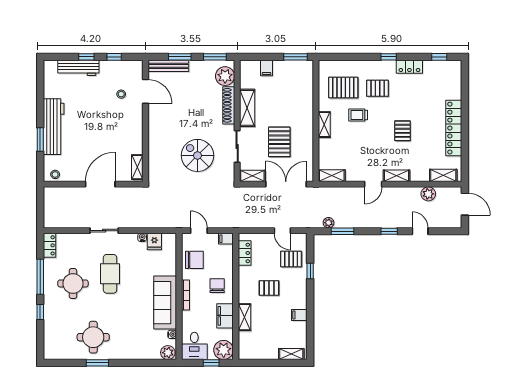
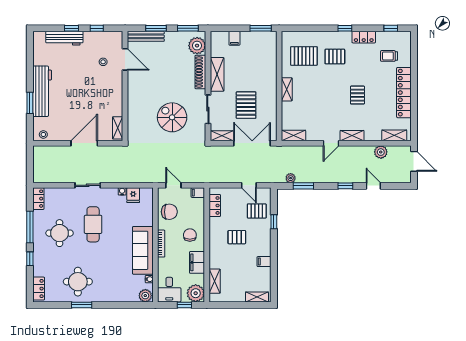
trolley: (358, 115) -> (389, 56), moved
shelving: (244, 317) -> (215, 281), moved
locker: (50, 345) -> (39, 289), added

